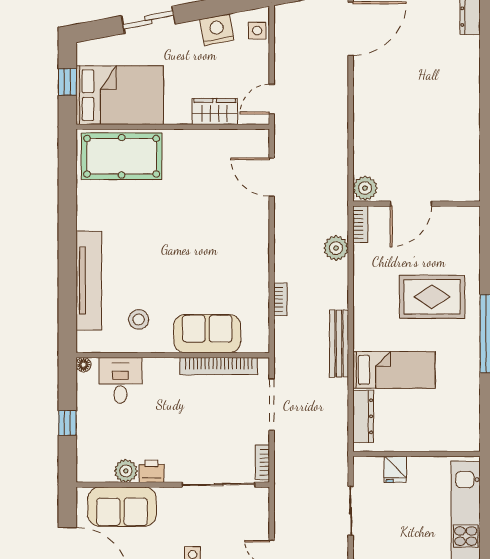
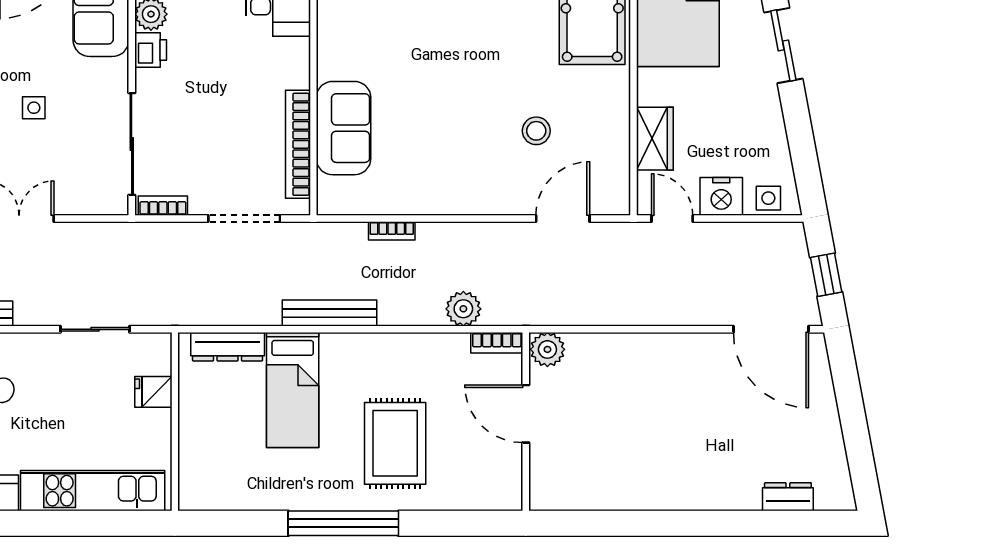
nightstand: (217, 30) -> (721, 196), moved, turned 101
stool: (139, 319) -> (536, 131), moved

